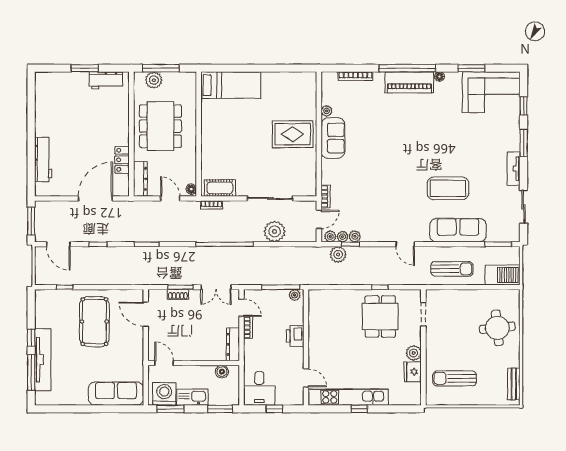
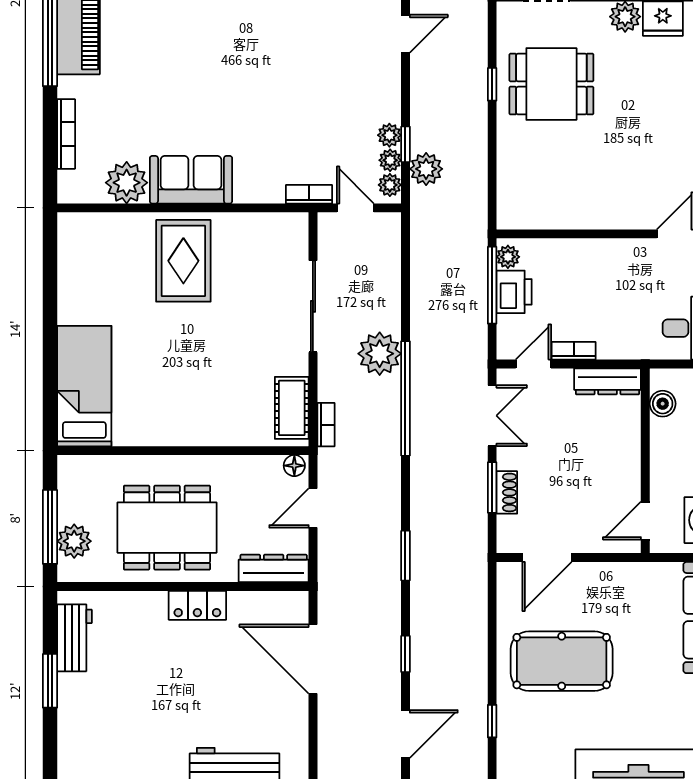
plant: (327, 111) -> (127, 183), width x1.88, depth x1.88
locker: (122, 160) -> (197, 605), moved
plant: (275, 231) -> (380, 354), moved
printer: (295, 336) -> (514, 292), moved, turned -90

